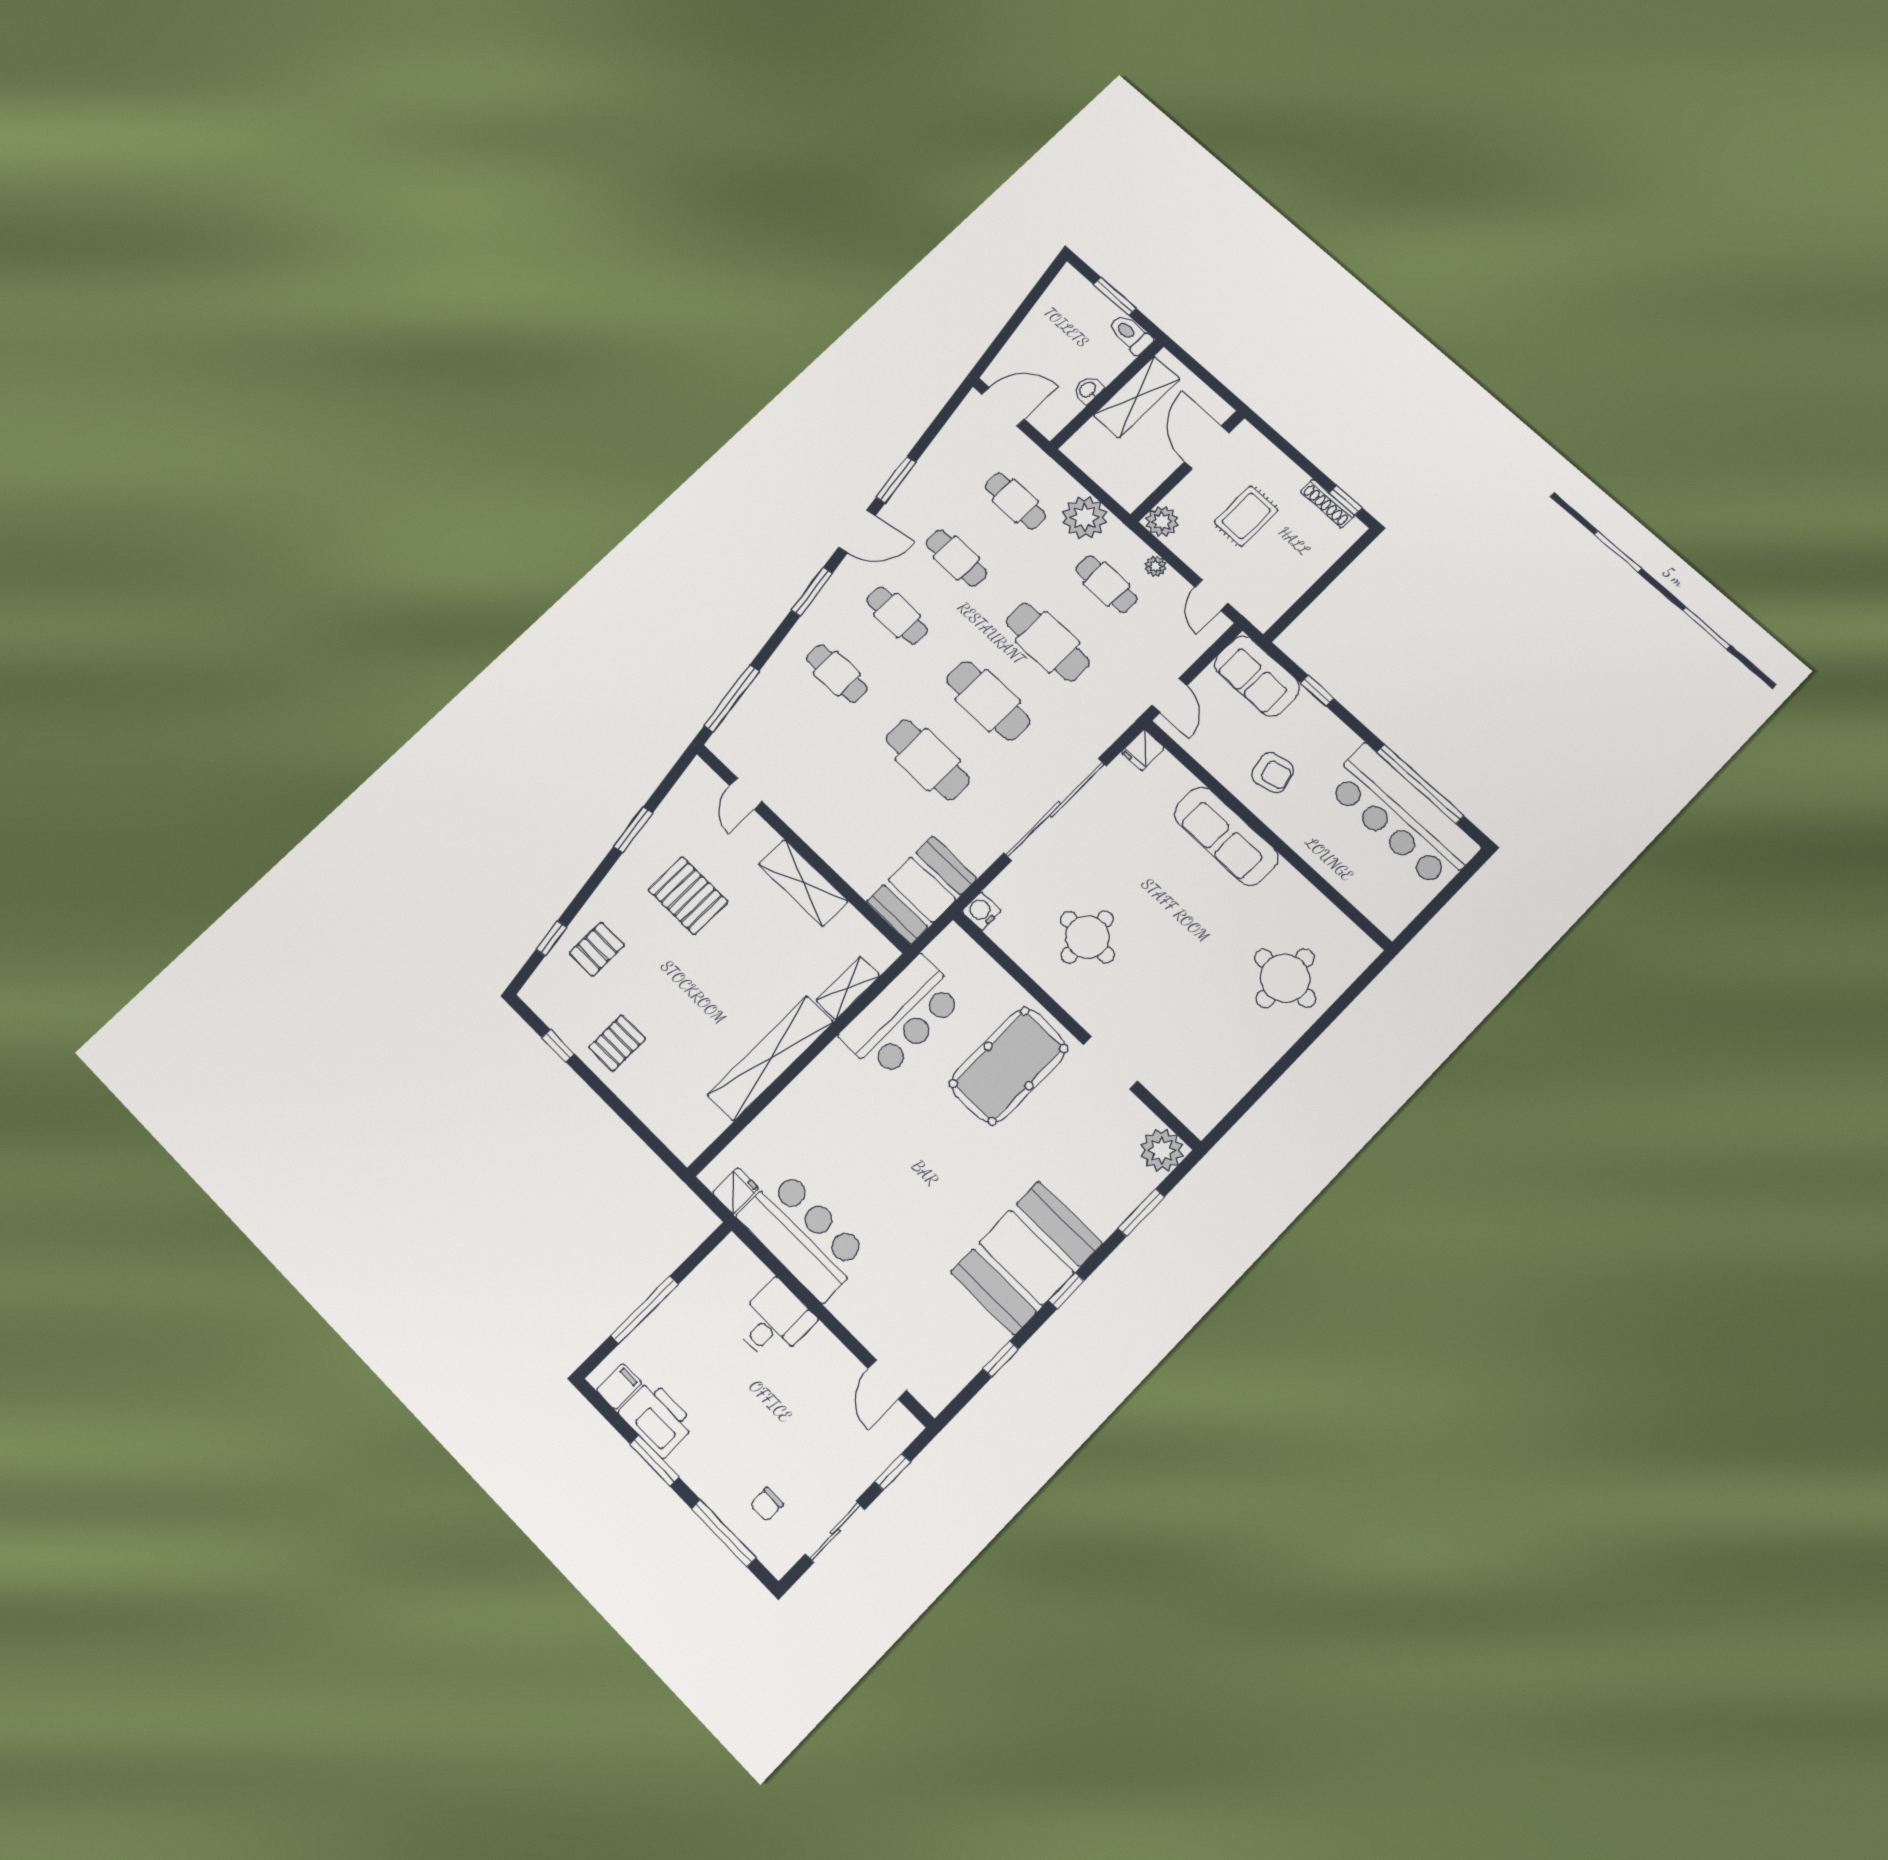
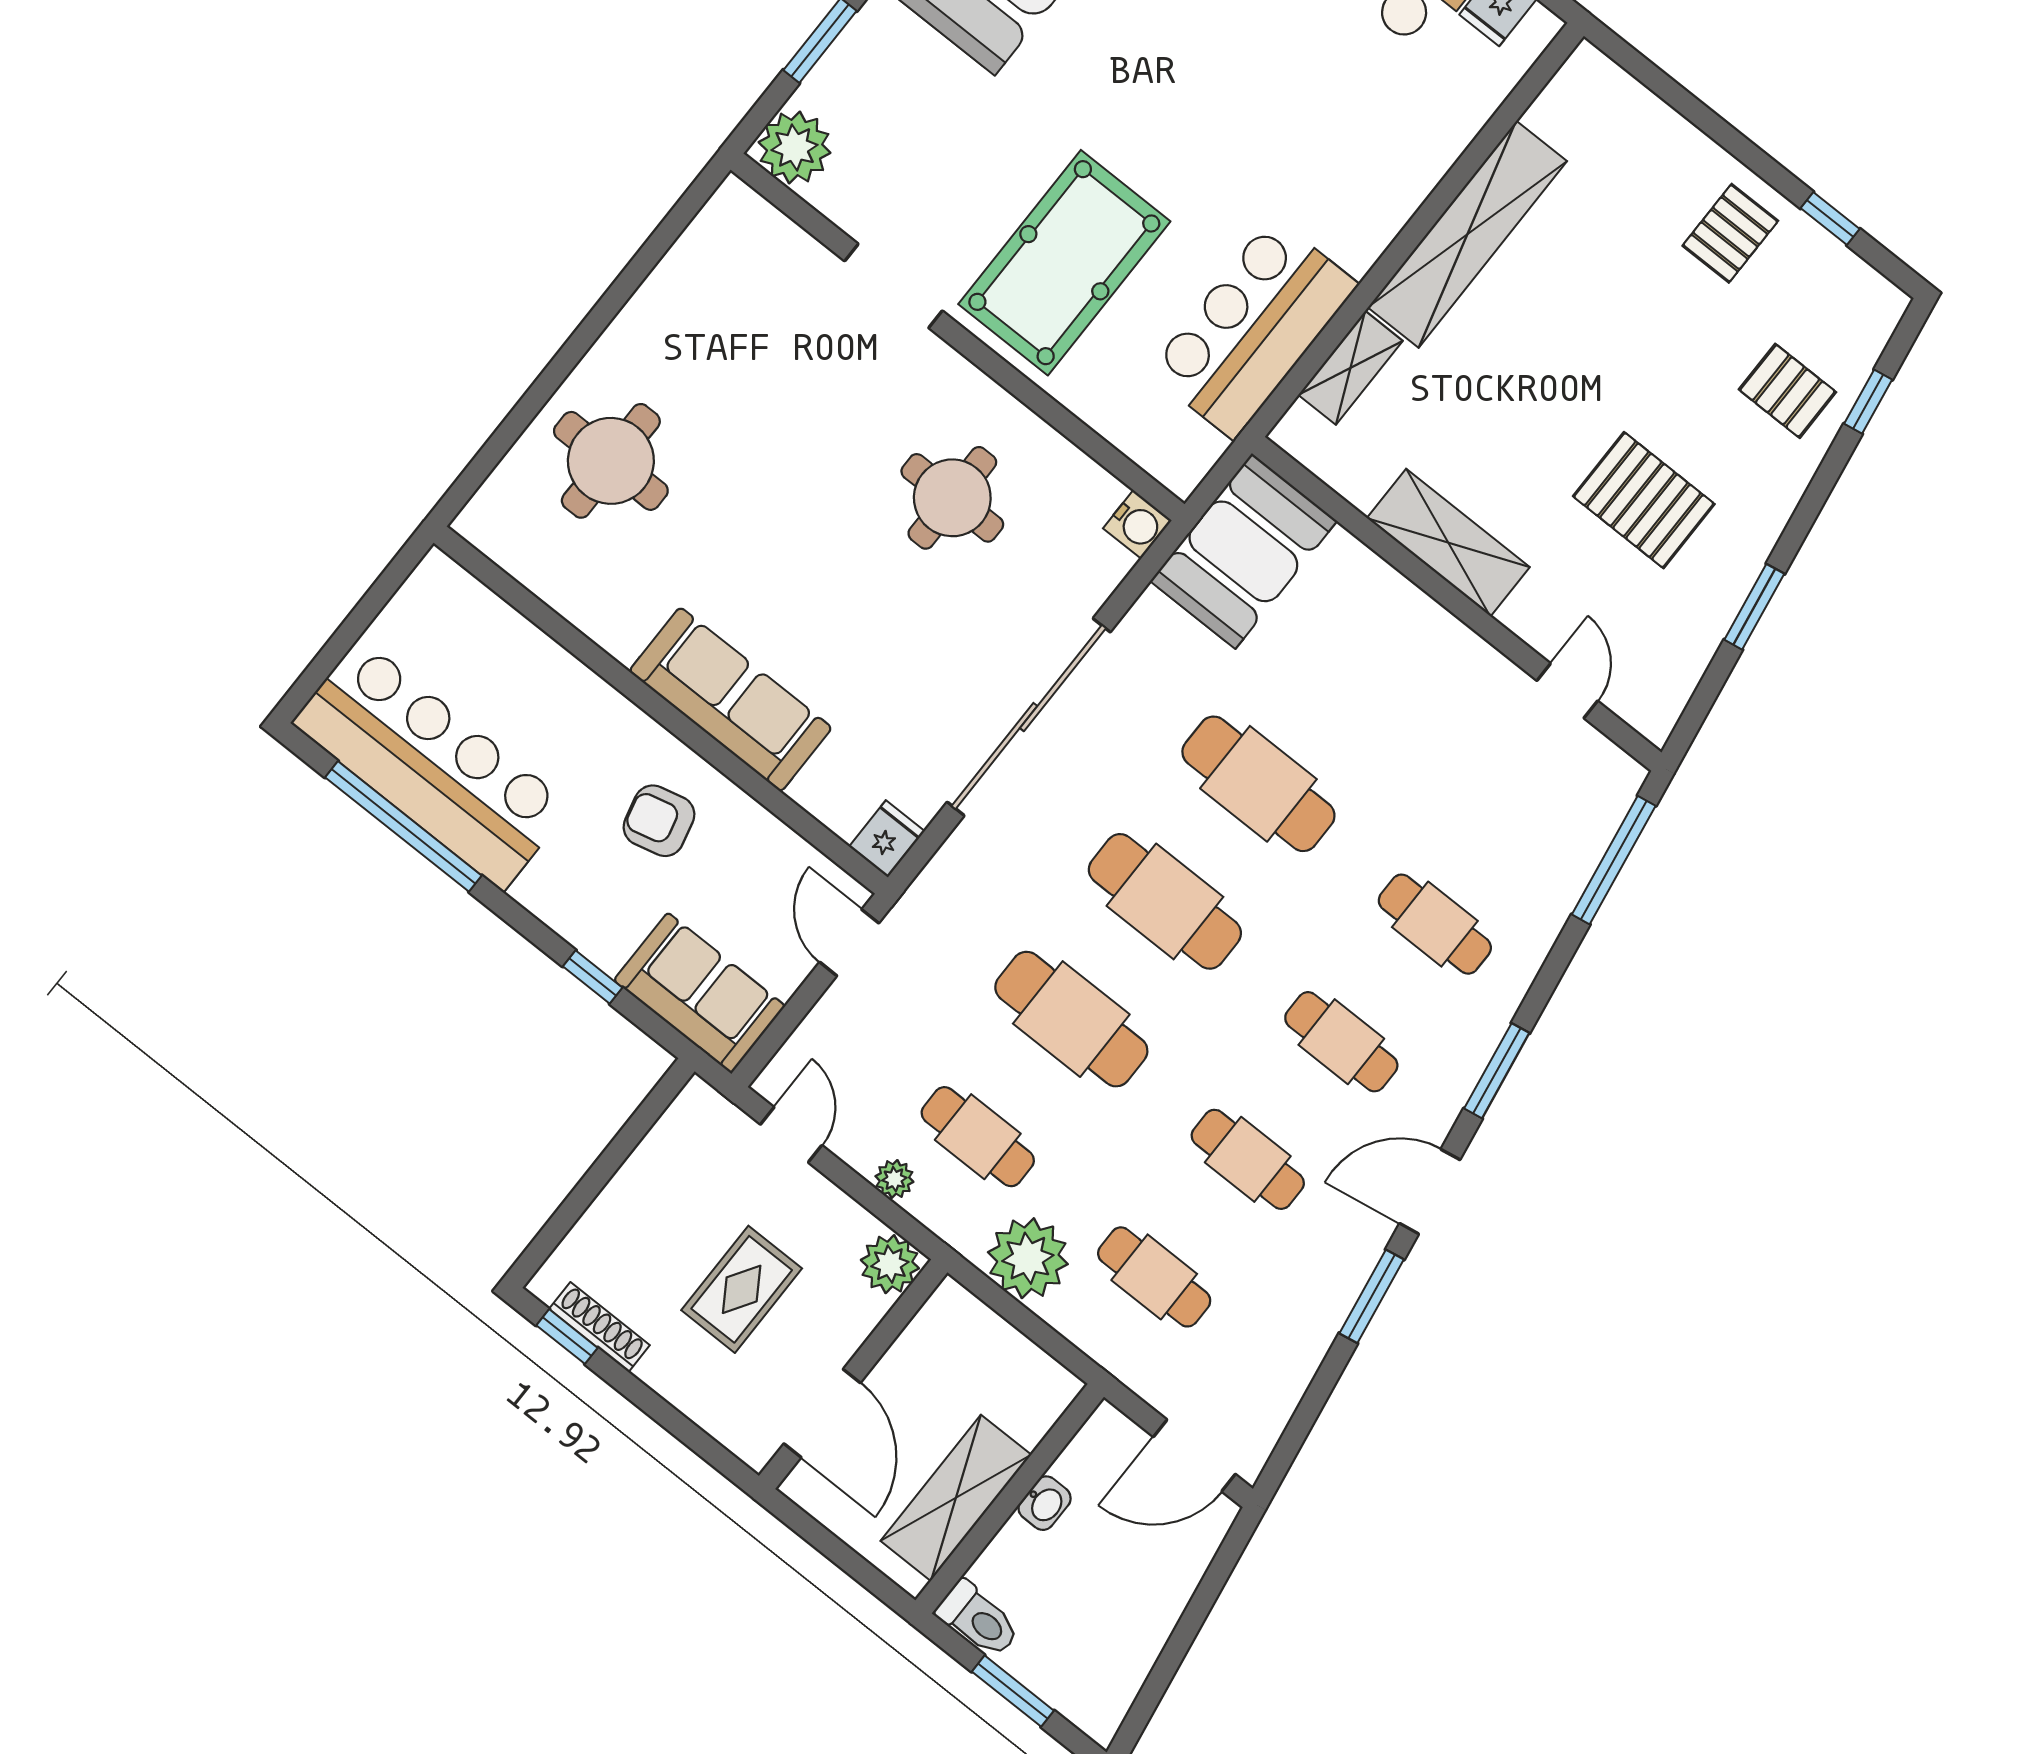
pallet: (597, 949) -> (1787, 391), turned 90

